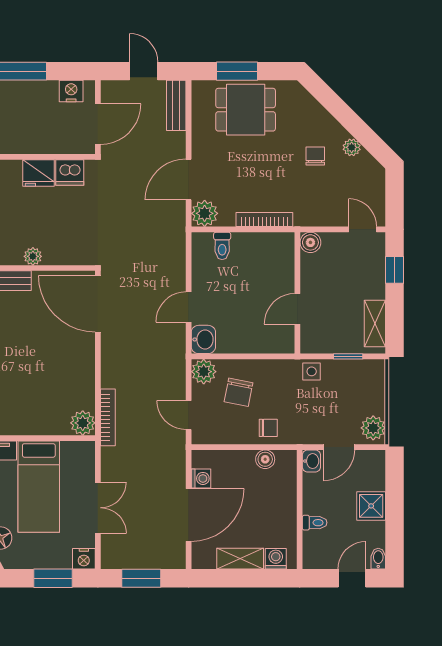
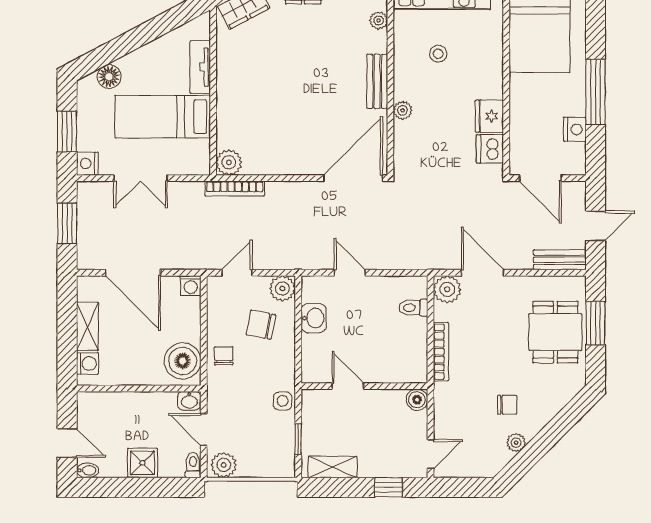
nightstand: (71, 91) -> (575, 129), moved
washbasin: (203, 339) -> (314, 318), moved, turned -90
chair: (268, 428) -> (224, 356), turned 180
boiler: (265, 459) -> (183, 361), width x1.86, depth x1.86
washing machine: (201, 478) -> (191, 286), moved
toilet: (315, 523) -> (193, 465), moved, turned 180

